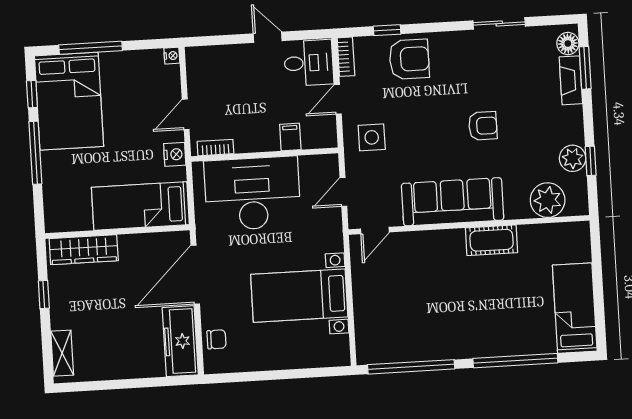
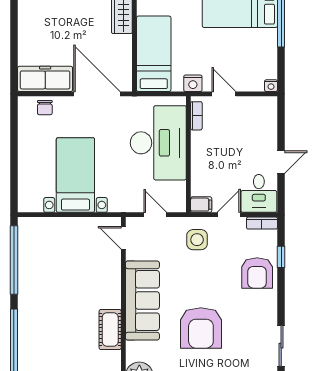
door: (338, 99) -> (229, 215), hinge flipped
armchair: (483, 126) -> (201, 328), width x1.88, depth x1.88
filing cabinet: (290, 137) -> (201, 205), moved

